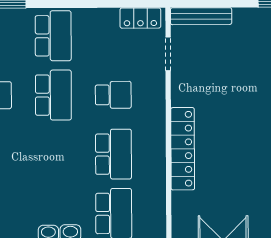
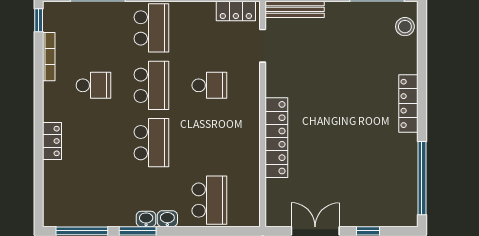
school desk: (113, 154) -> (151, 143), moved

